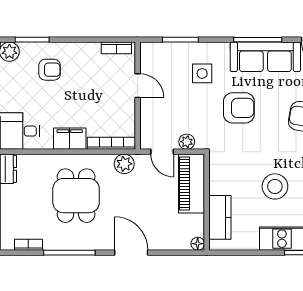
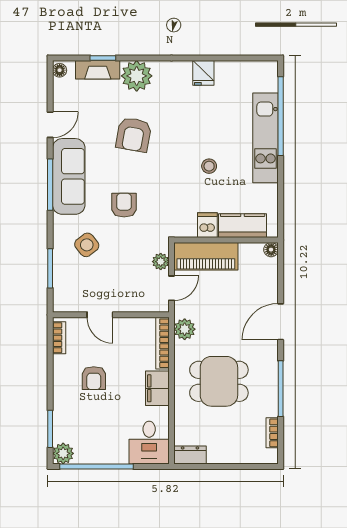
armchair: (50, 70) -> (94, 378), moved, turned 180
side table: (202, 73) -> (87, 245), turned -38
door: (138, 86) -> (100, 315), swing flipped
armchair: (239, 108) -> (124, 205), width x0.72, depth x0.72
dishwasher: (220, 185) -> (207, 225), added
stool: (275, 186) -> (209, 166), width x0.53, depth x0.53

